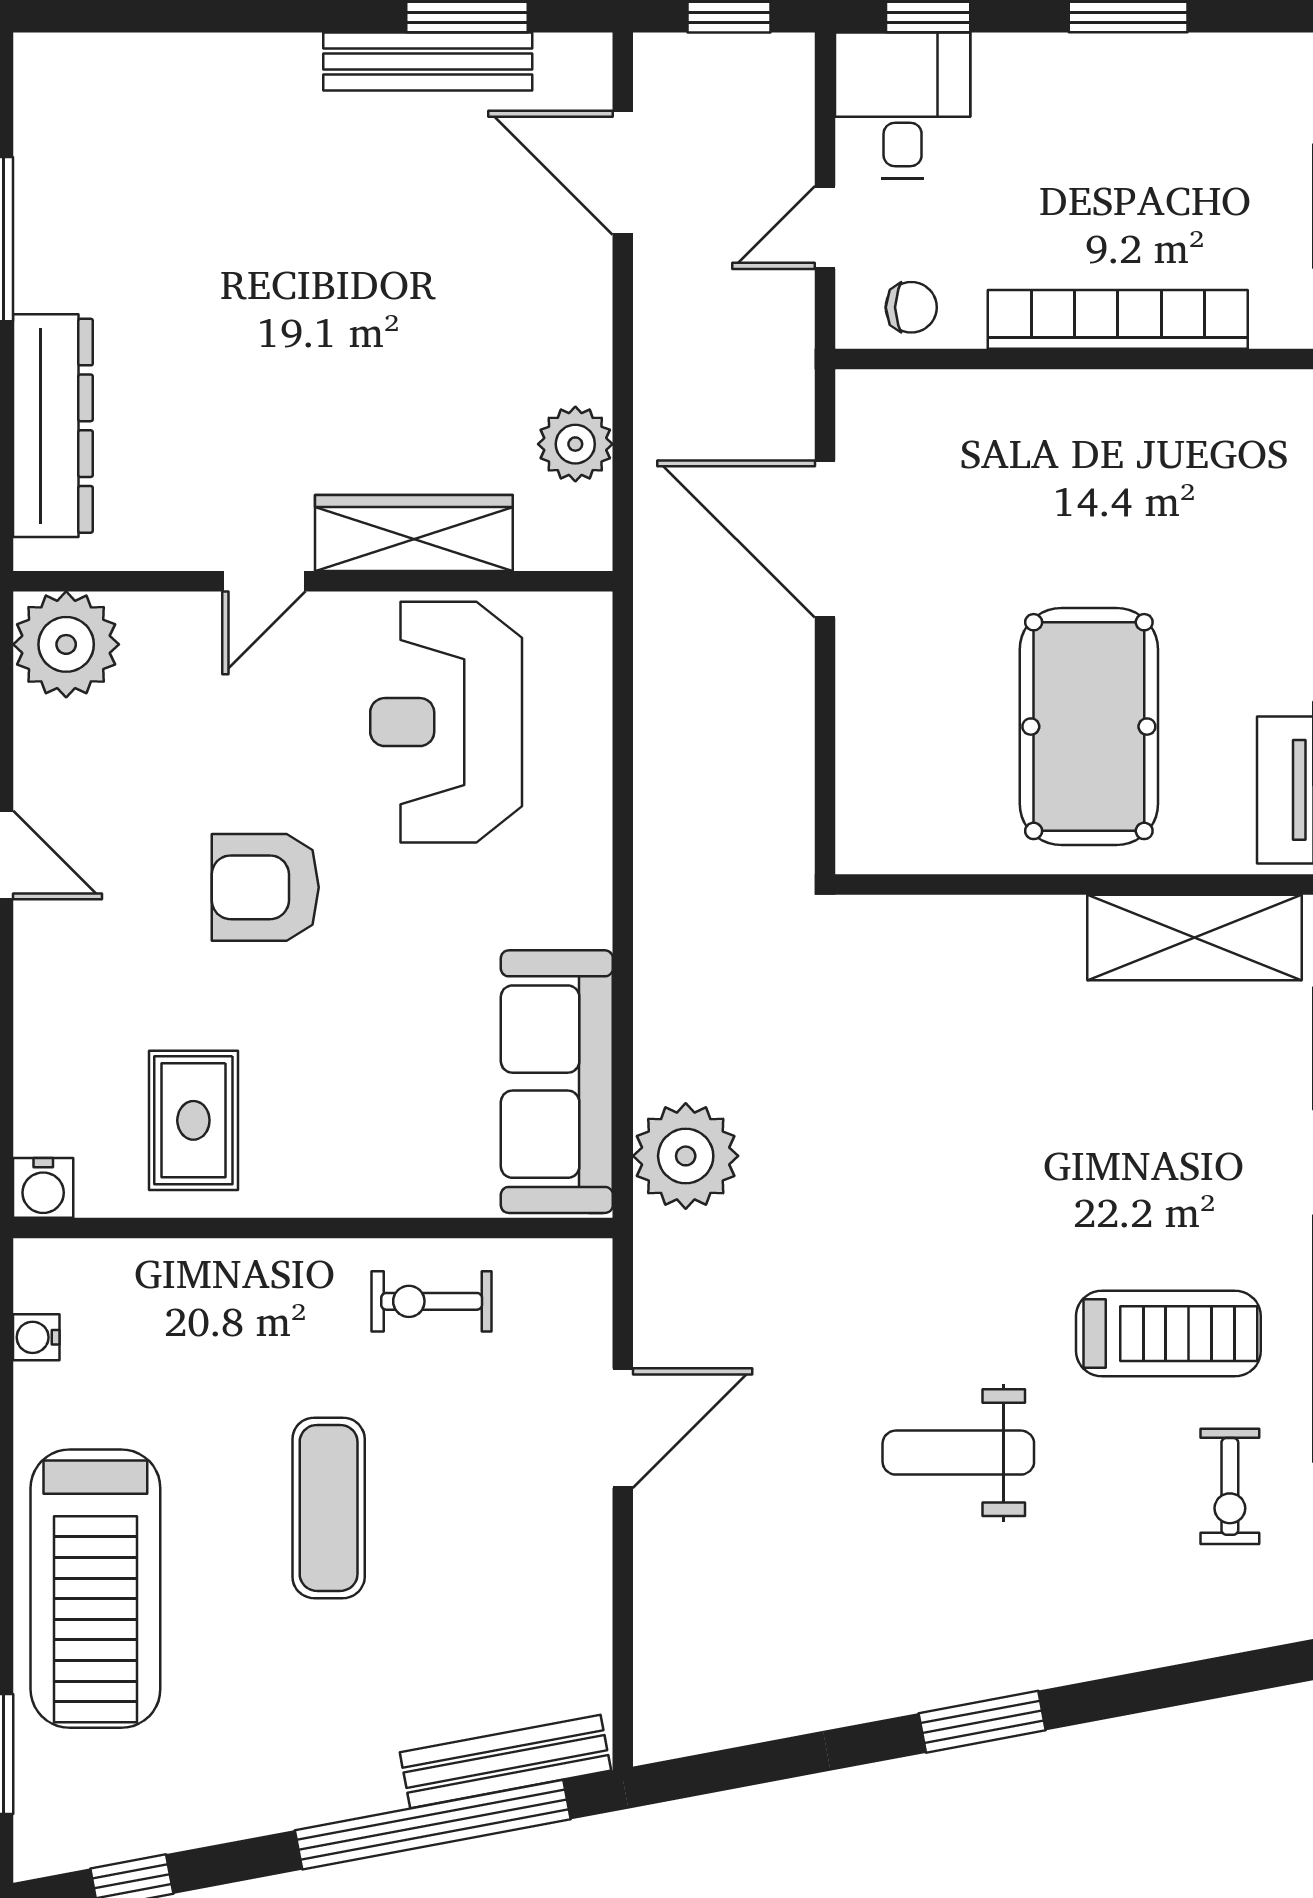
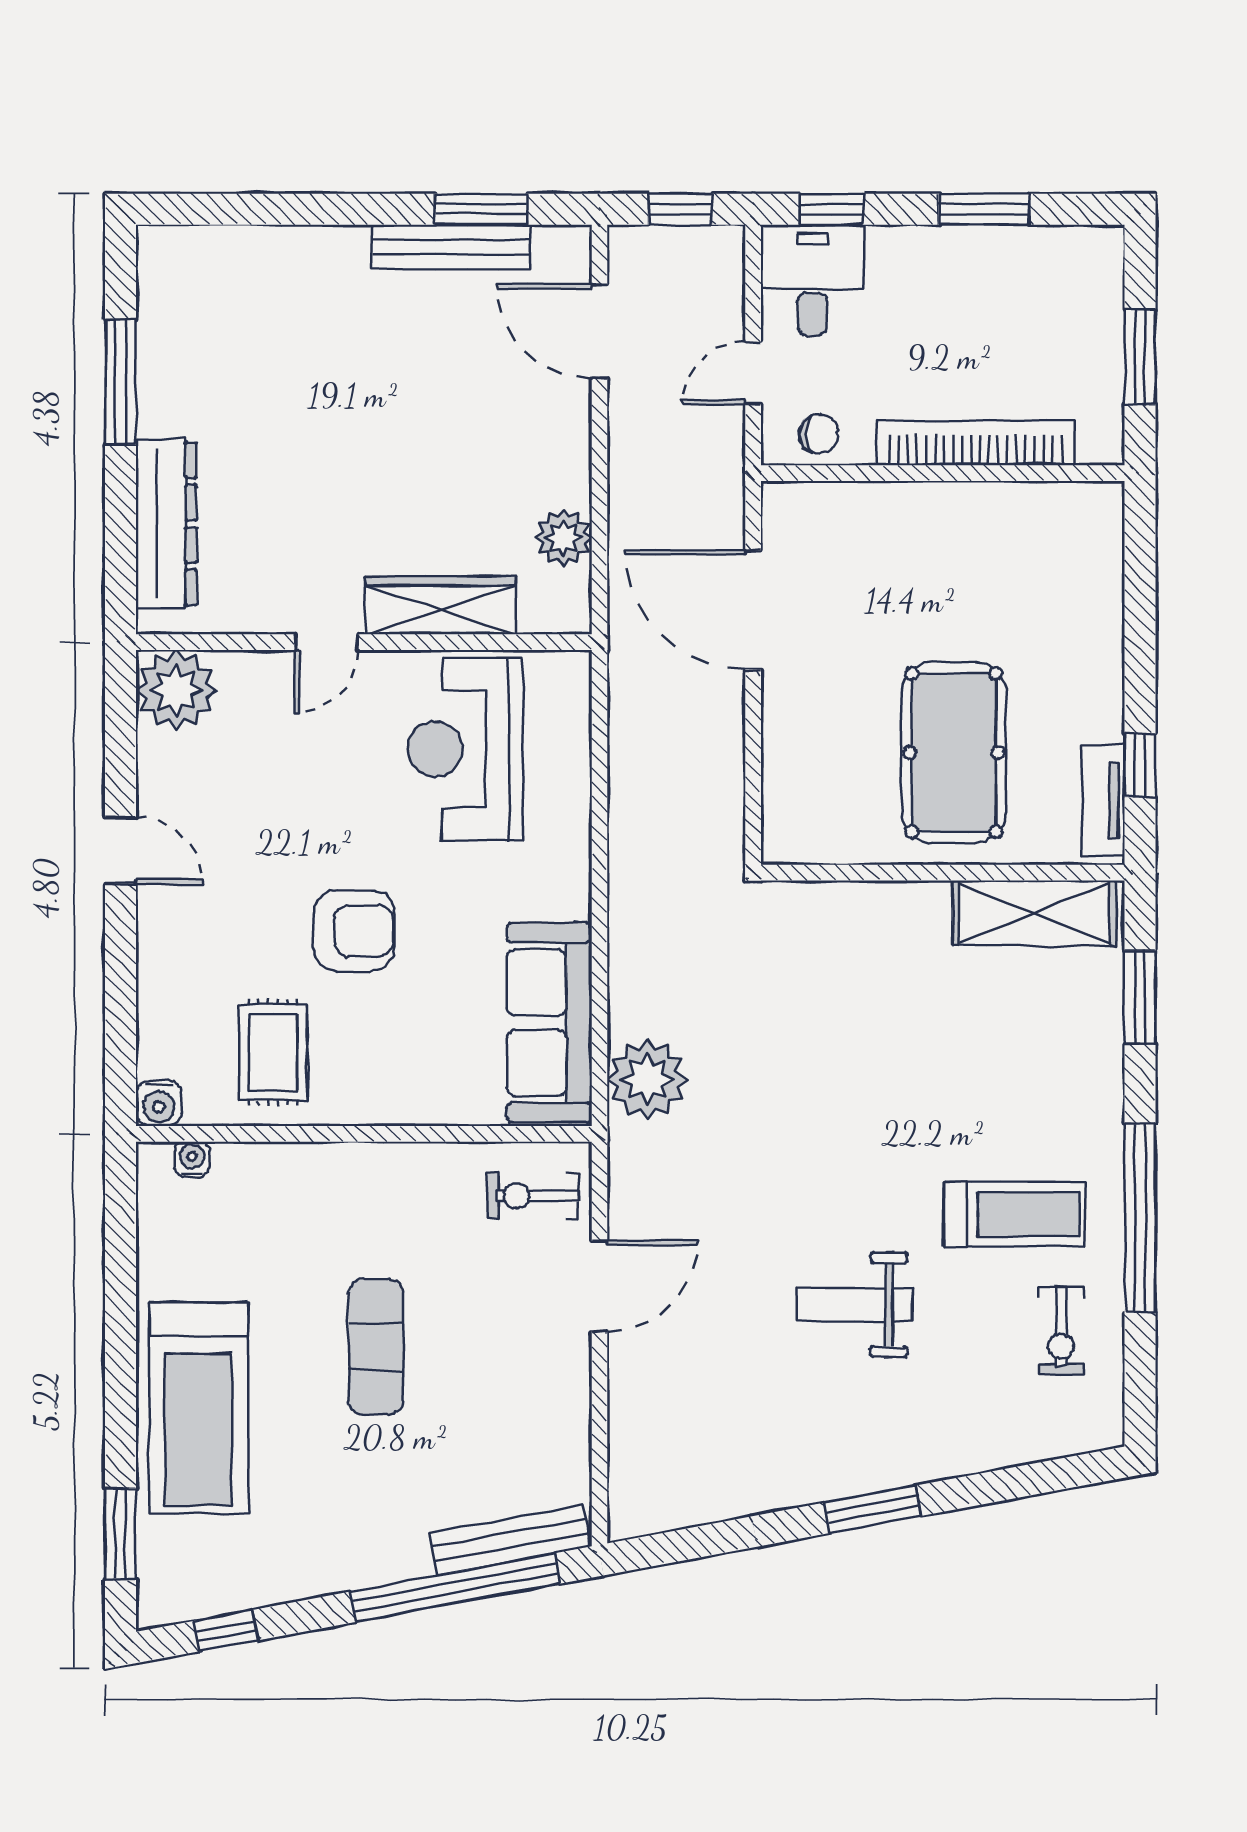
armchair: (265, 887) -> (354, 931), moved, turned 180
exercise bike: (432, 1301) -> (533, 1196), moved
water cooler: (36, 1337) -> (192, 1159), moved, turned 90

